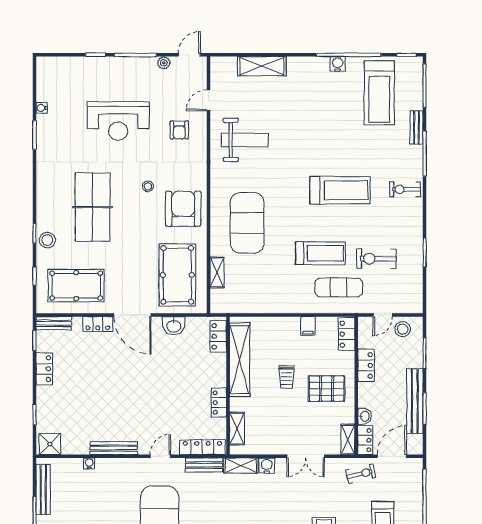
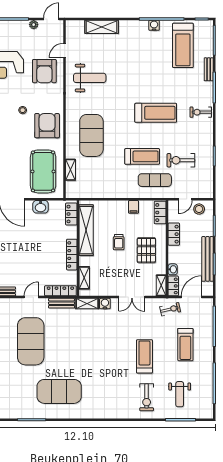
armchair: (179, 130) -> (44, 71), width x1.88, depth x1.88
pallet: (327, 389) -> (146, 250), turned 90
locker: (219, 403) -> (72, 255), width x1.53

